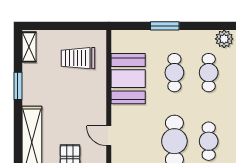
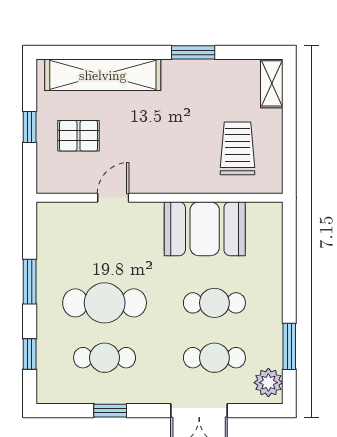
window: (165, 26) -> (289, 346), moved
shelving: (29, 47) -> (272, 83), moved, turned 90

